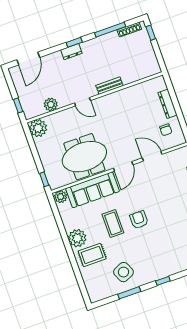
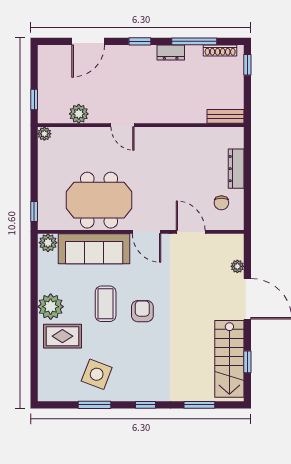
dresser: (71, 52) -> (171, 52), moved
door: (28, 59) -> (88, 41), moved
bench: (109, 86) -> (226, 116), moved
plant: (38, 128) -> (44, 134), width x0.53, depth x0.53
door: (123, 166) -> (147, 232), hinge flipped
side table: (123, 272) -> (97, 374), turned 45

